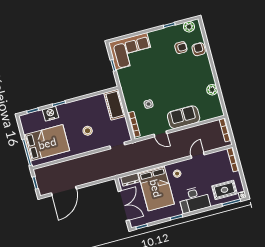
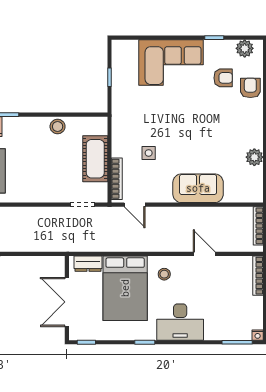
corner sofa: (131, 51) -> (171, 63), moved
cot: (115, 105) -> (95, 159), moved
stool: (88, 131) -> (58, 126), moved
door: (160, 134) -> (135, 205), moved
door: (198, 155) -> (204, 254), hinge flipped
rug: (224, 190) -> (232, 320), removed
double door: (124, 206) -> (67, 302), swing flipped

